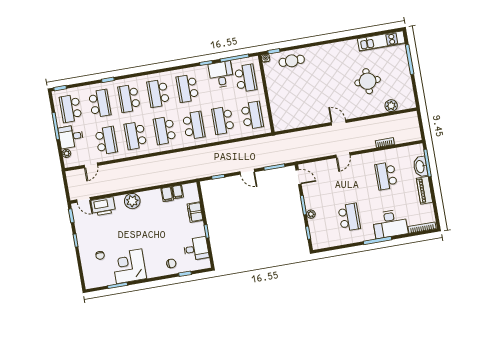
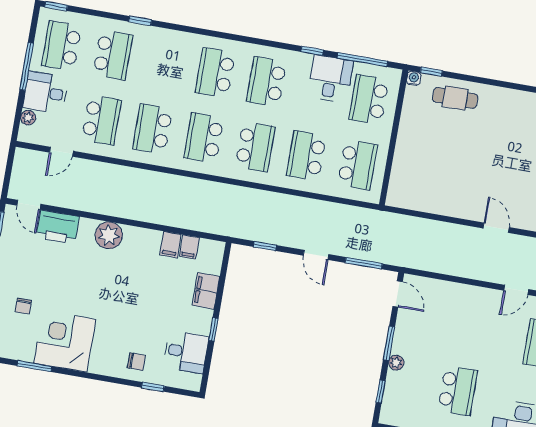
school desk: (246, 78) -> (369, 100), turned 180
school desk: (129, 98) -> (164, 64), removed
door: (343, 155) -> (516, 290), moved

